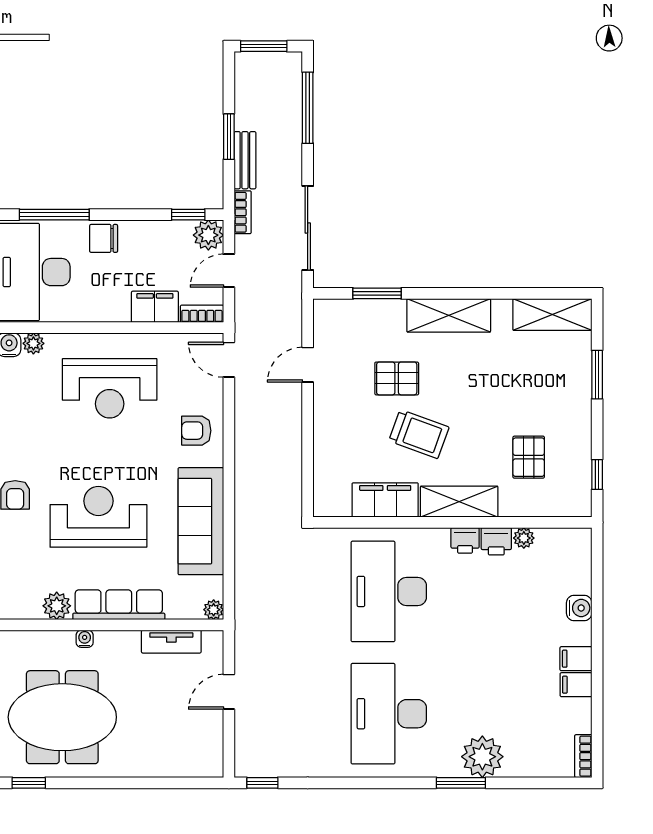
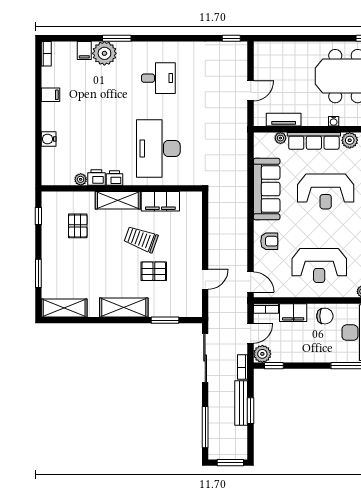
bench: (245, 160) -> (241, 403), width x1.36
chair: (104, 238) -> (325, 316), moved
reception desk: (110, 388) -> (319, 266), turned 180
desk: (389, 591) -> (158, 149), turned 180
plant: (214, 610) -> (280, 138), moved
filing cabinet: (576, 659) -> (84, 50), moved, turned 90
desk: (389, 714) -> (158, 78), width x0.53, depth x0.77

